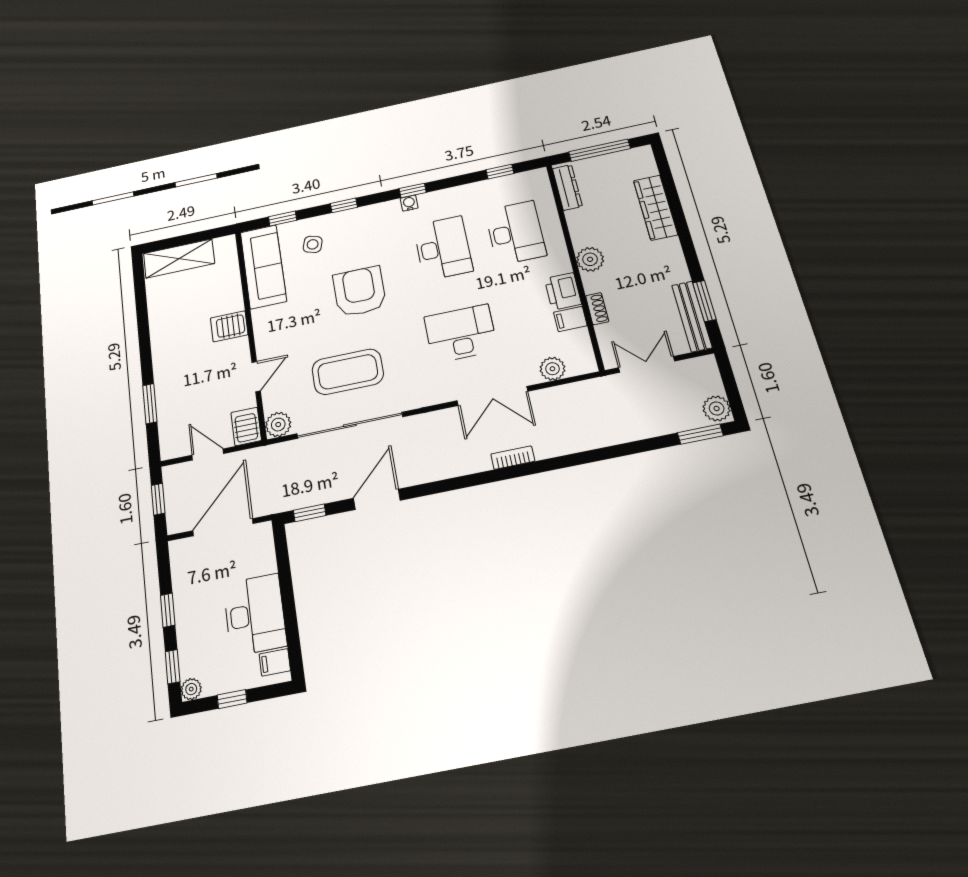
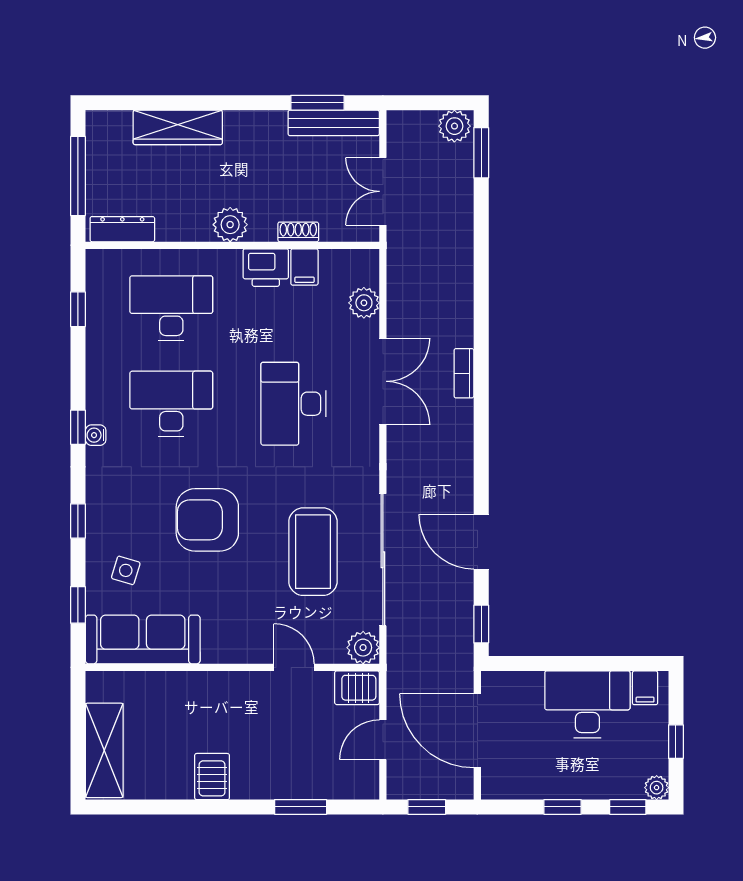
server rack: (229, 326) -> (212, 777), moved, turned 180

